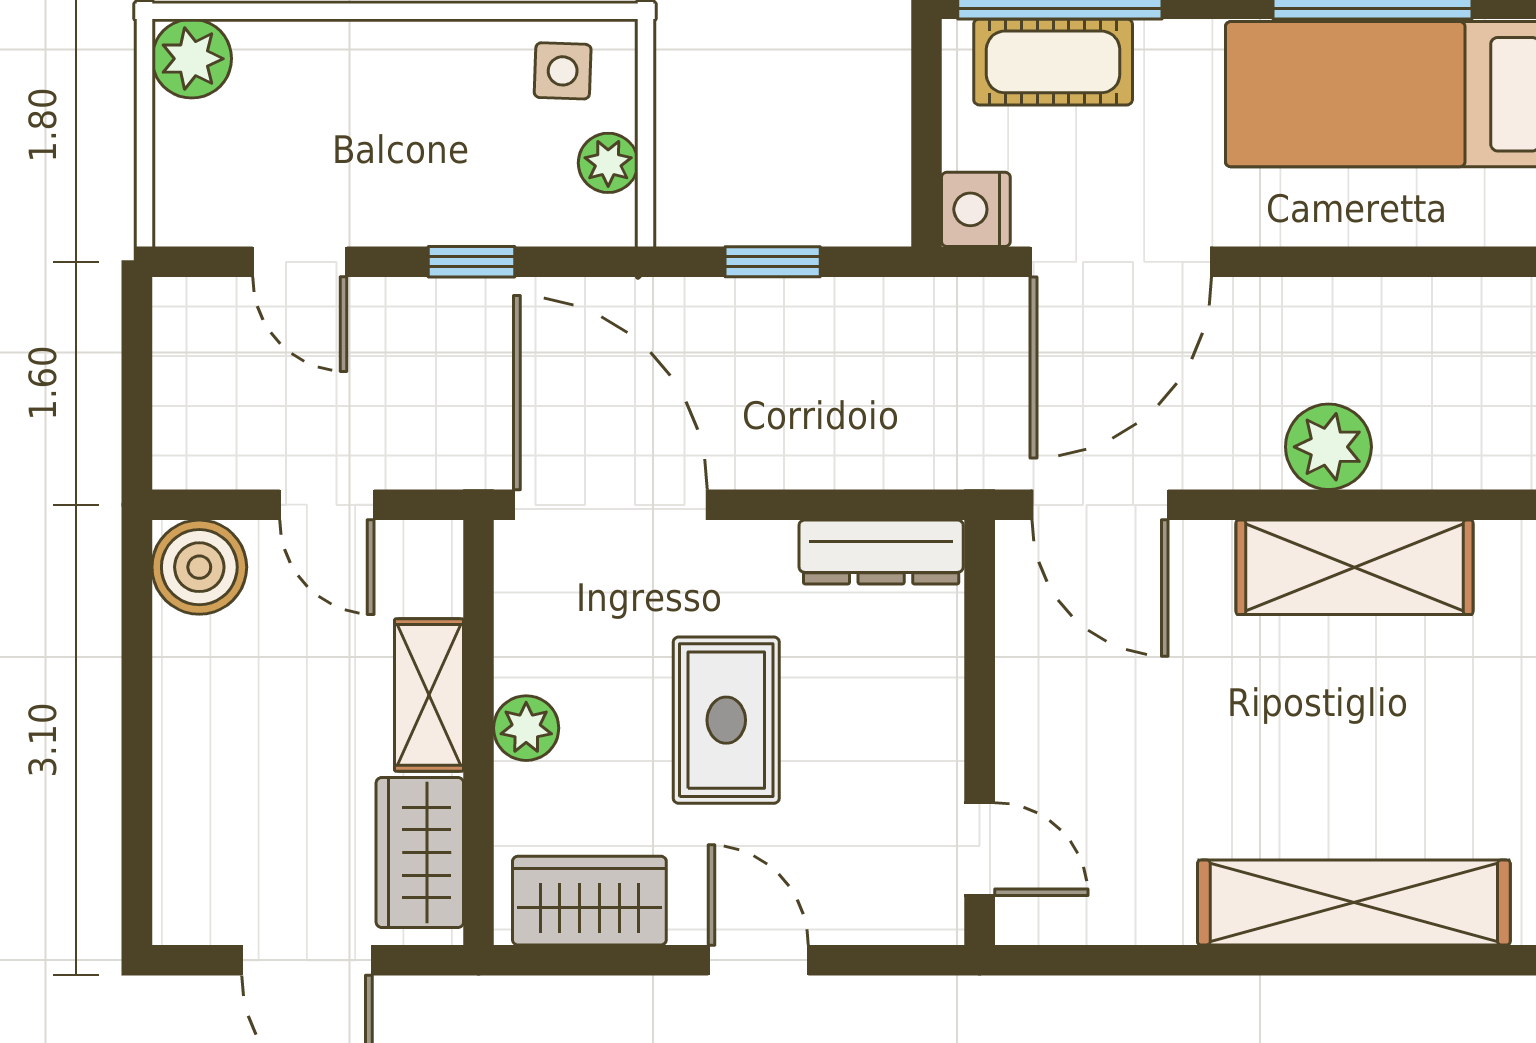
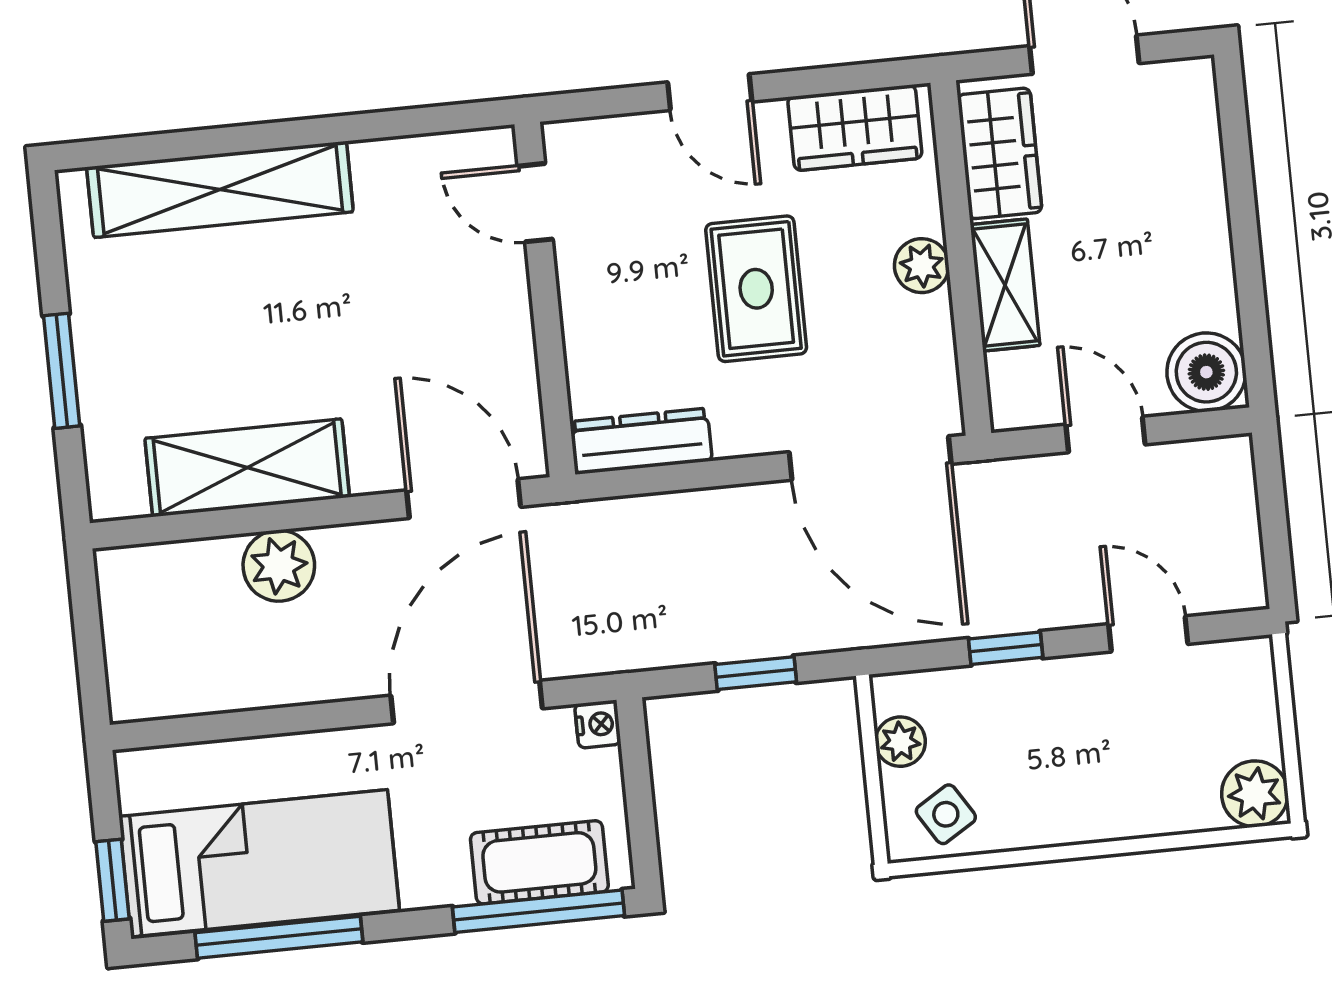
side table: (563, 71) -> (946, 814), turned -34
nightstand: (976, 209) -> (598, 724), width x0.72, depth x0.74

